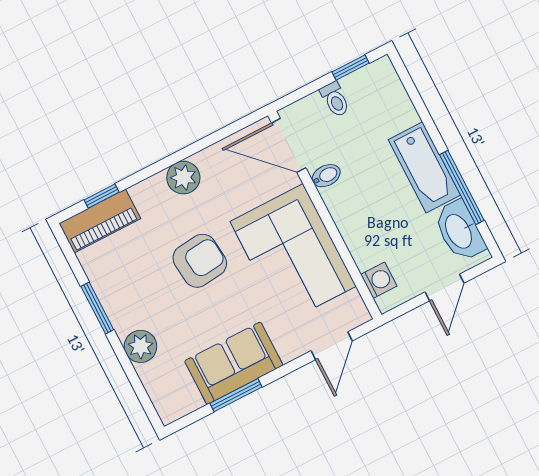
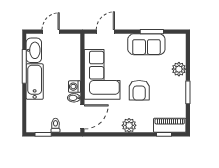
door: (289, 145) -> (82, 117), hinge flipped
armchair: (200, 261) -> (139, 90), turned -84
washing machine: (379, 280) -> (74, 87), moved

